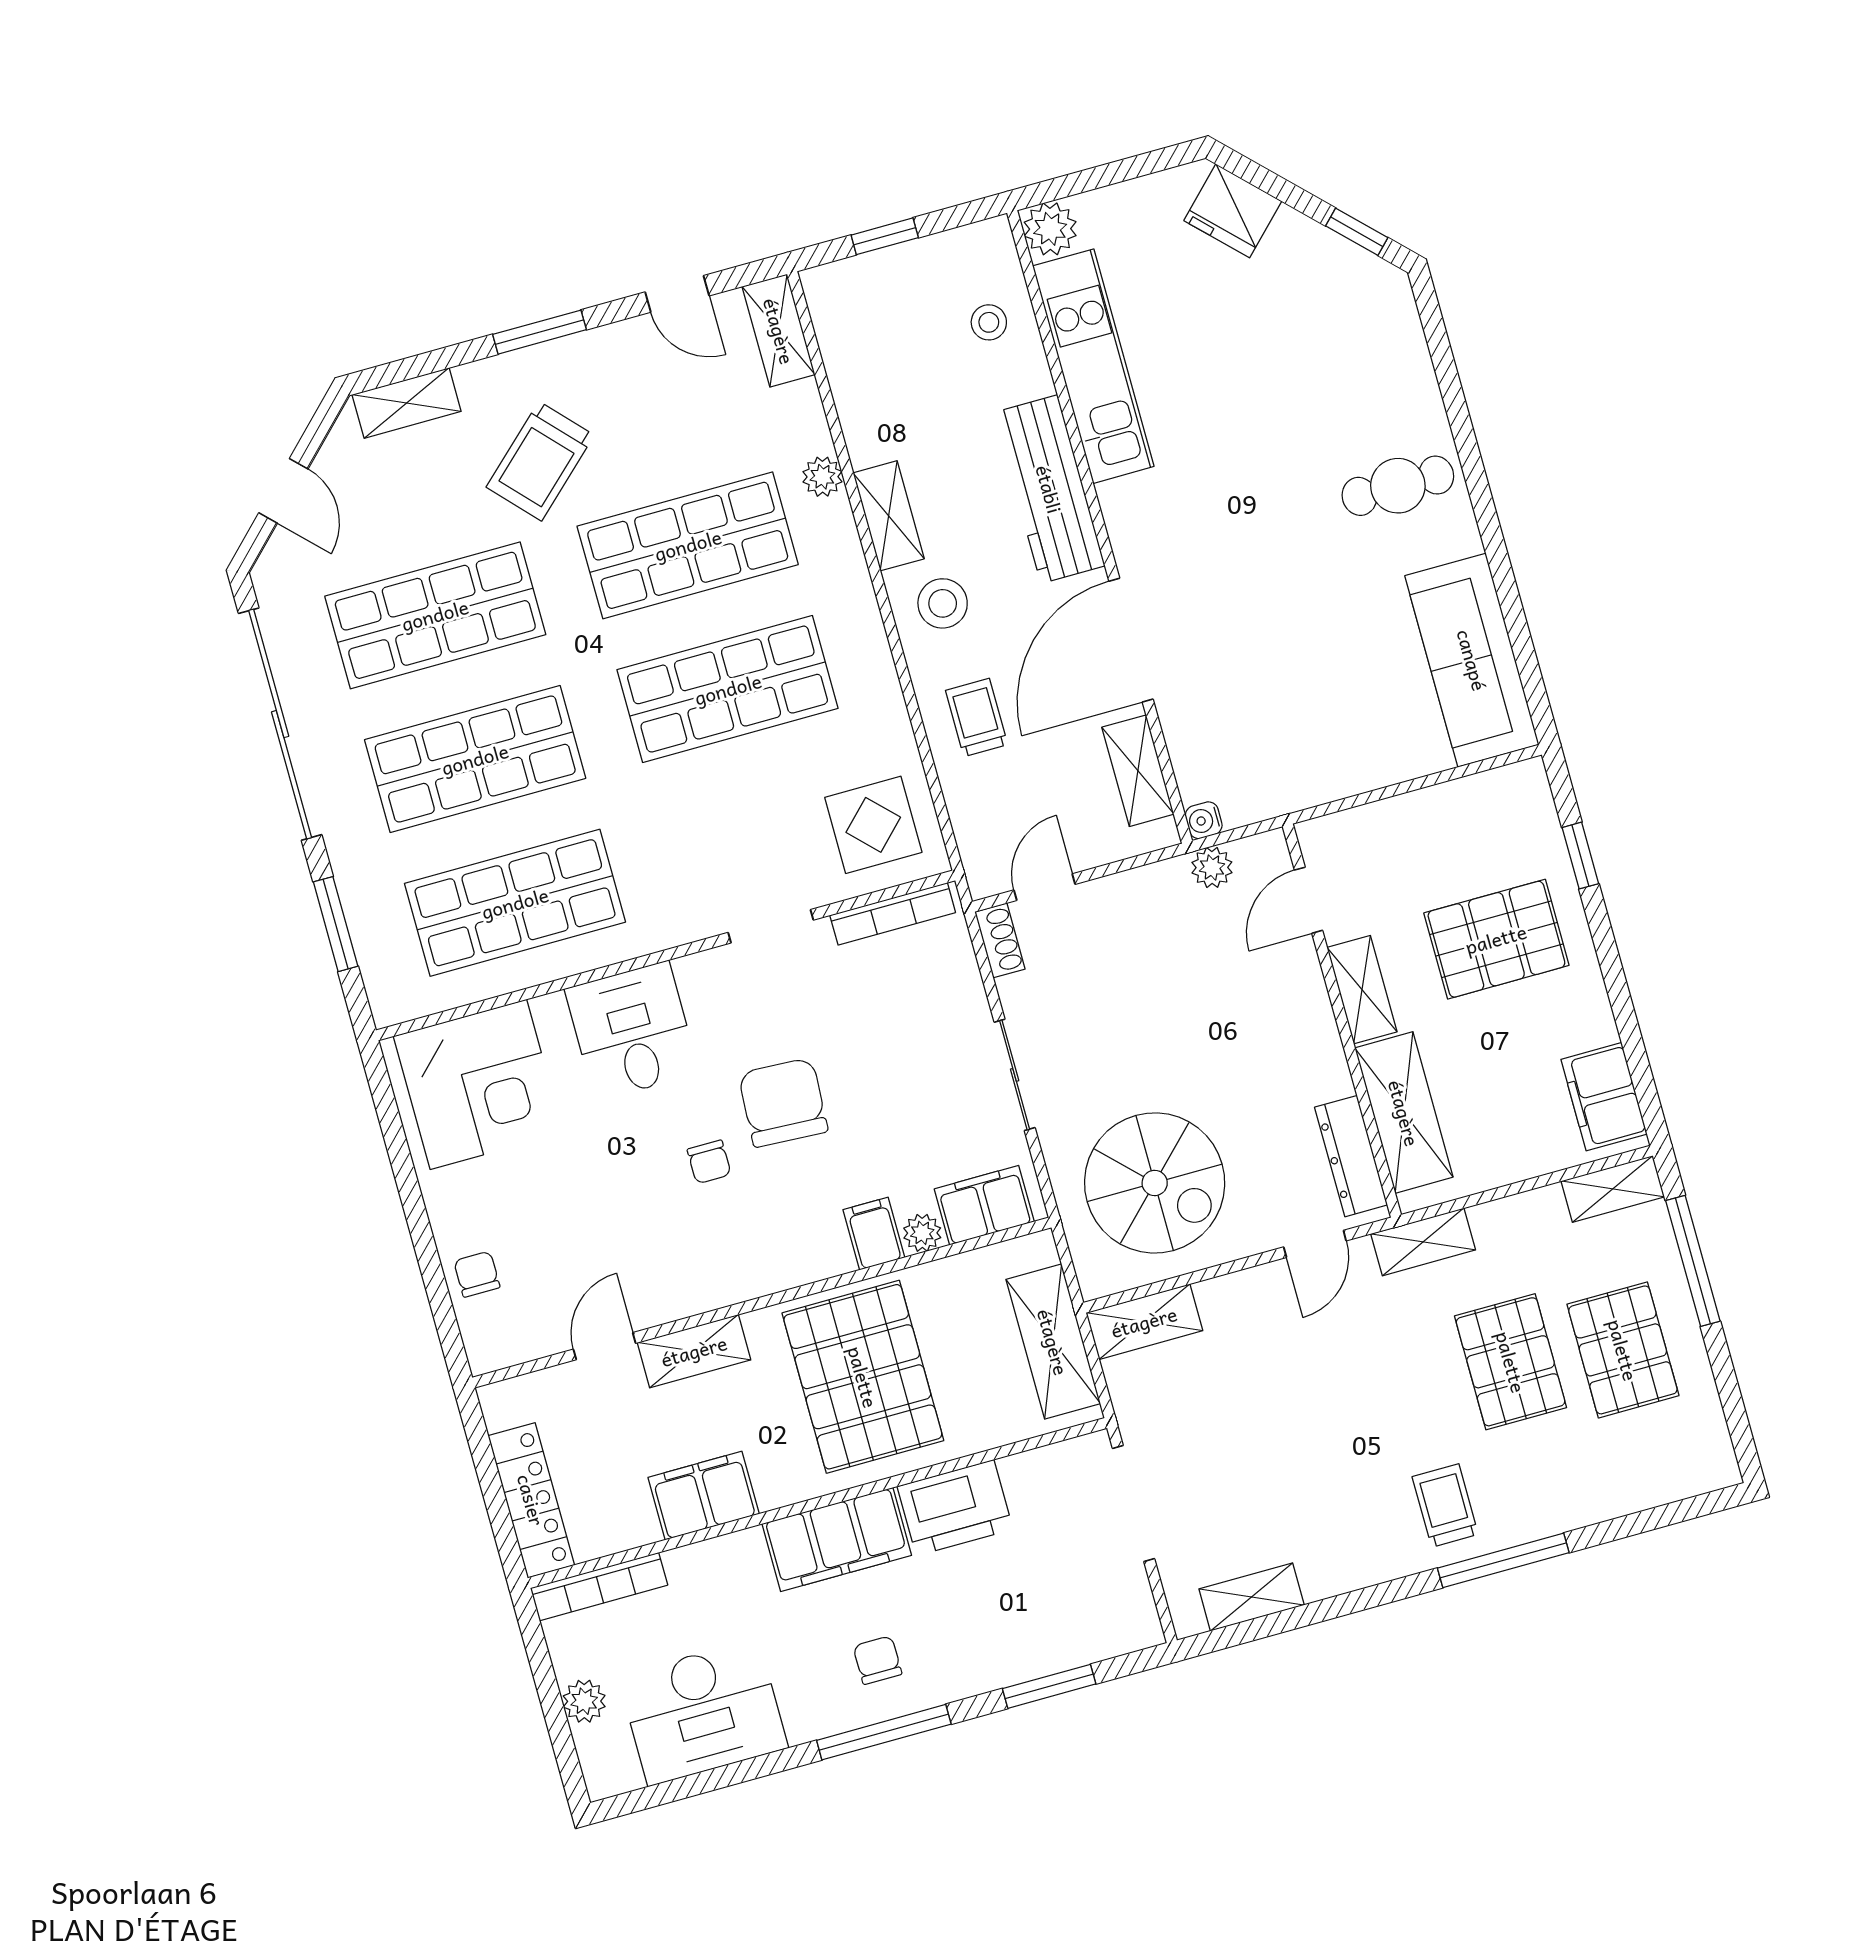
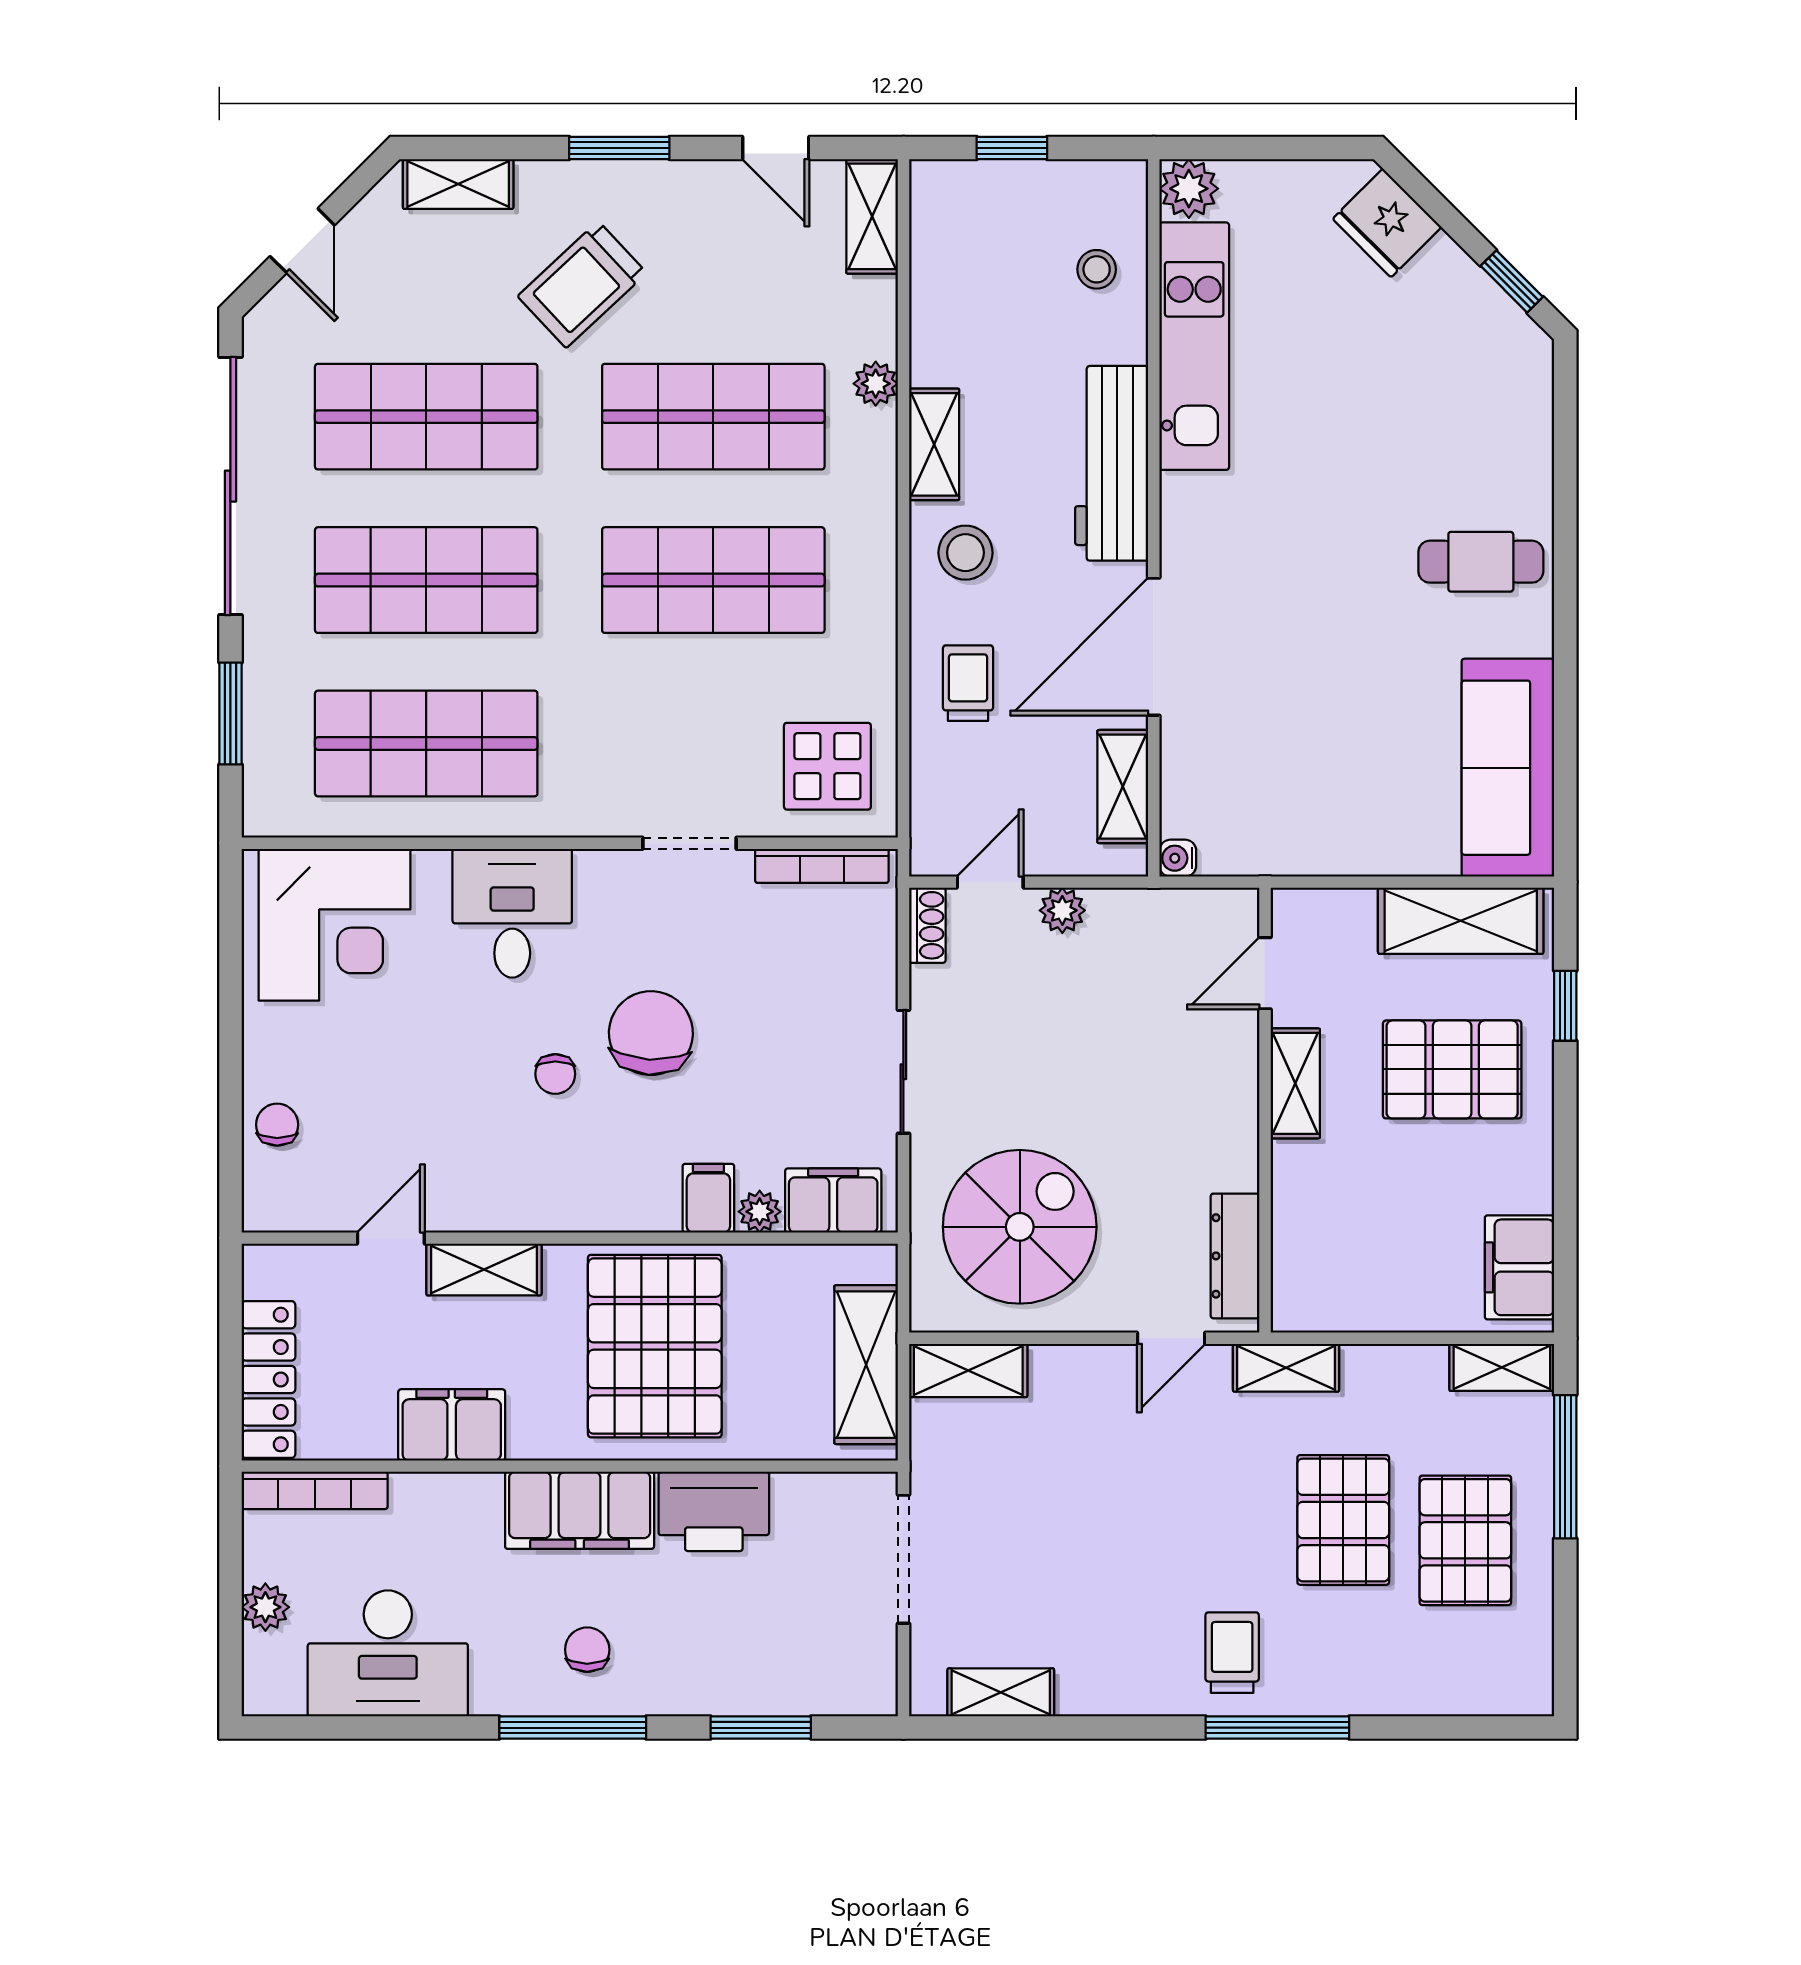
plant: (1212, 867) -> (1062, 910), moved
shelving: (1404, 1113) -> (1461, 921), moved, turned 90
spiral stairs: (1155, 1183) -> (1020, 1227), turned -90

